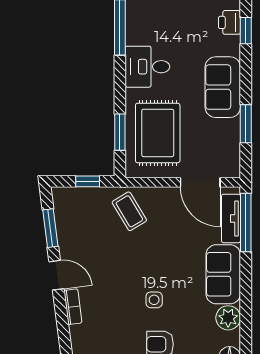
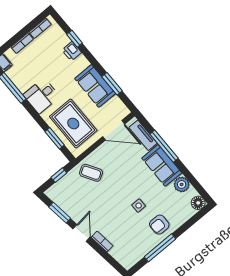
printer: (229, 22) -> (72, 51), moved
sofa: (223, 87) -> (95, 86), moved
window: (246, 222) -> (164, 146), moved
door: (56, 275) -> (82, 233), hinge flipped

